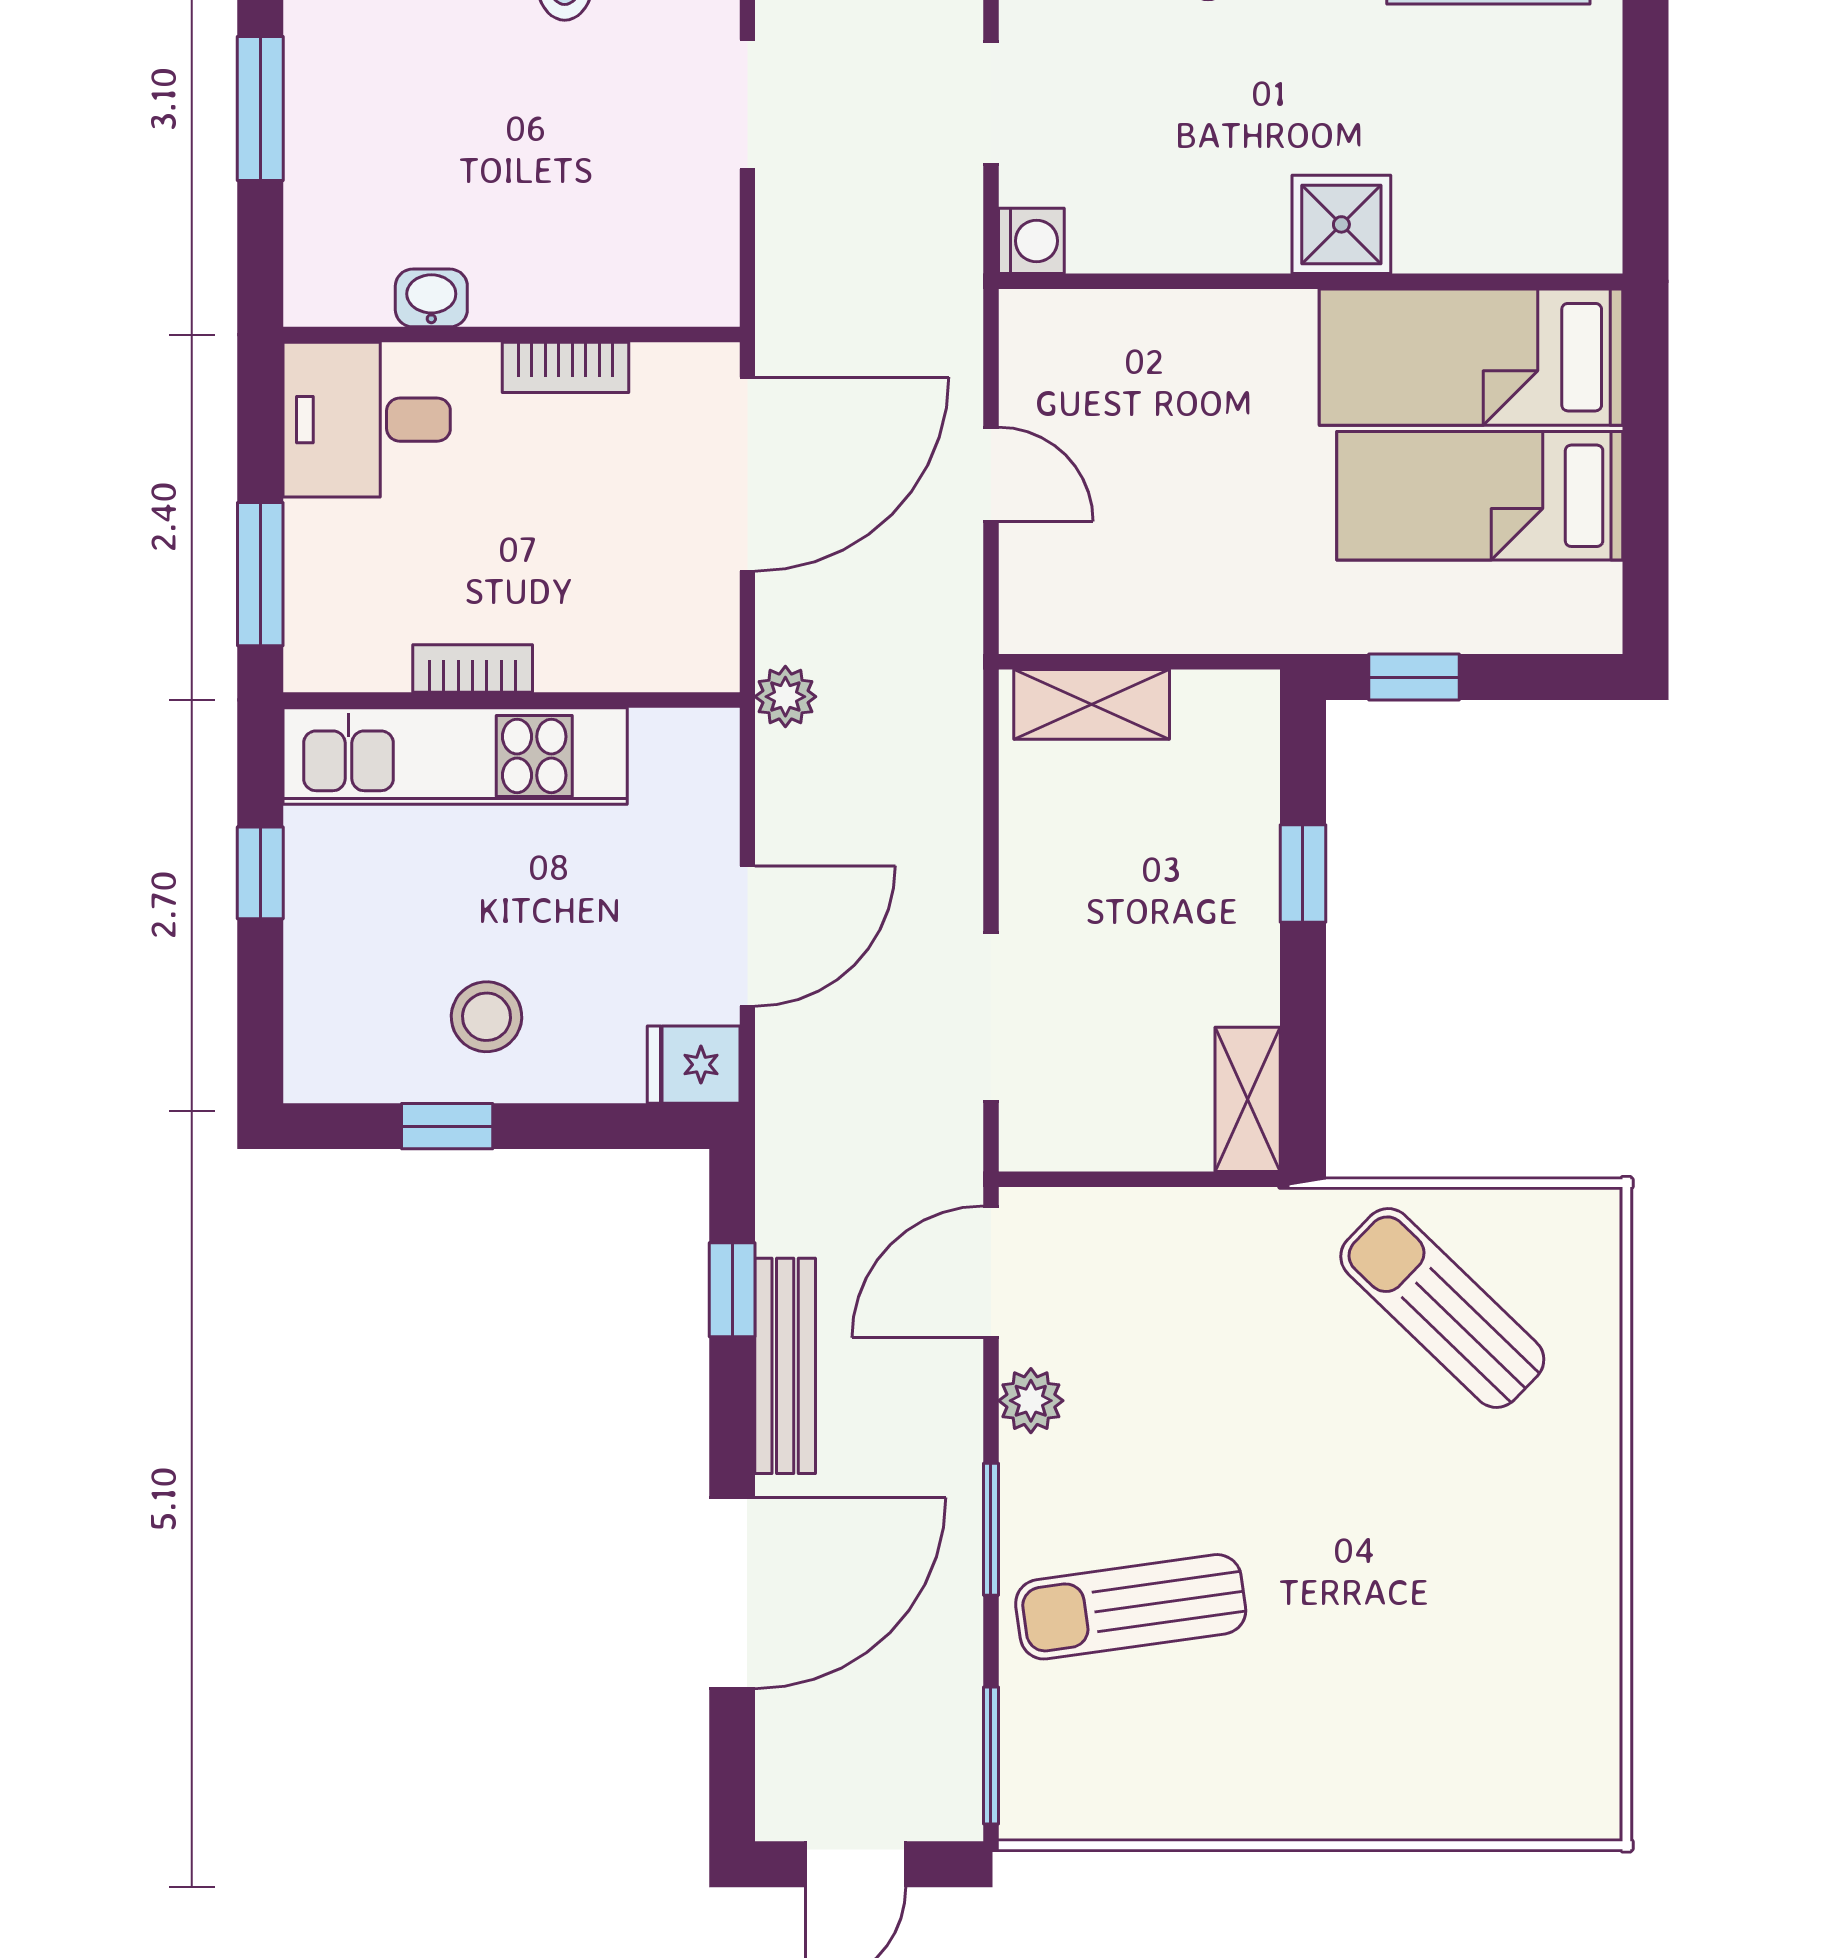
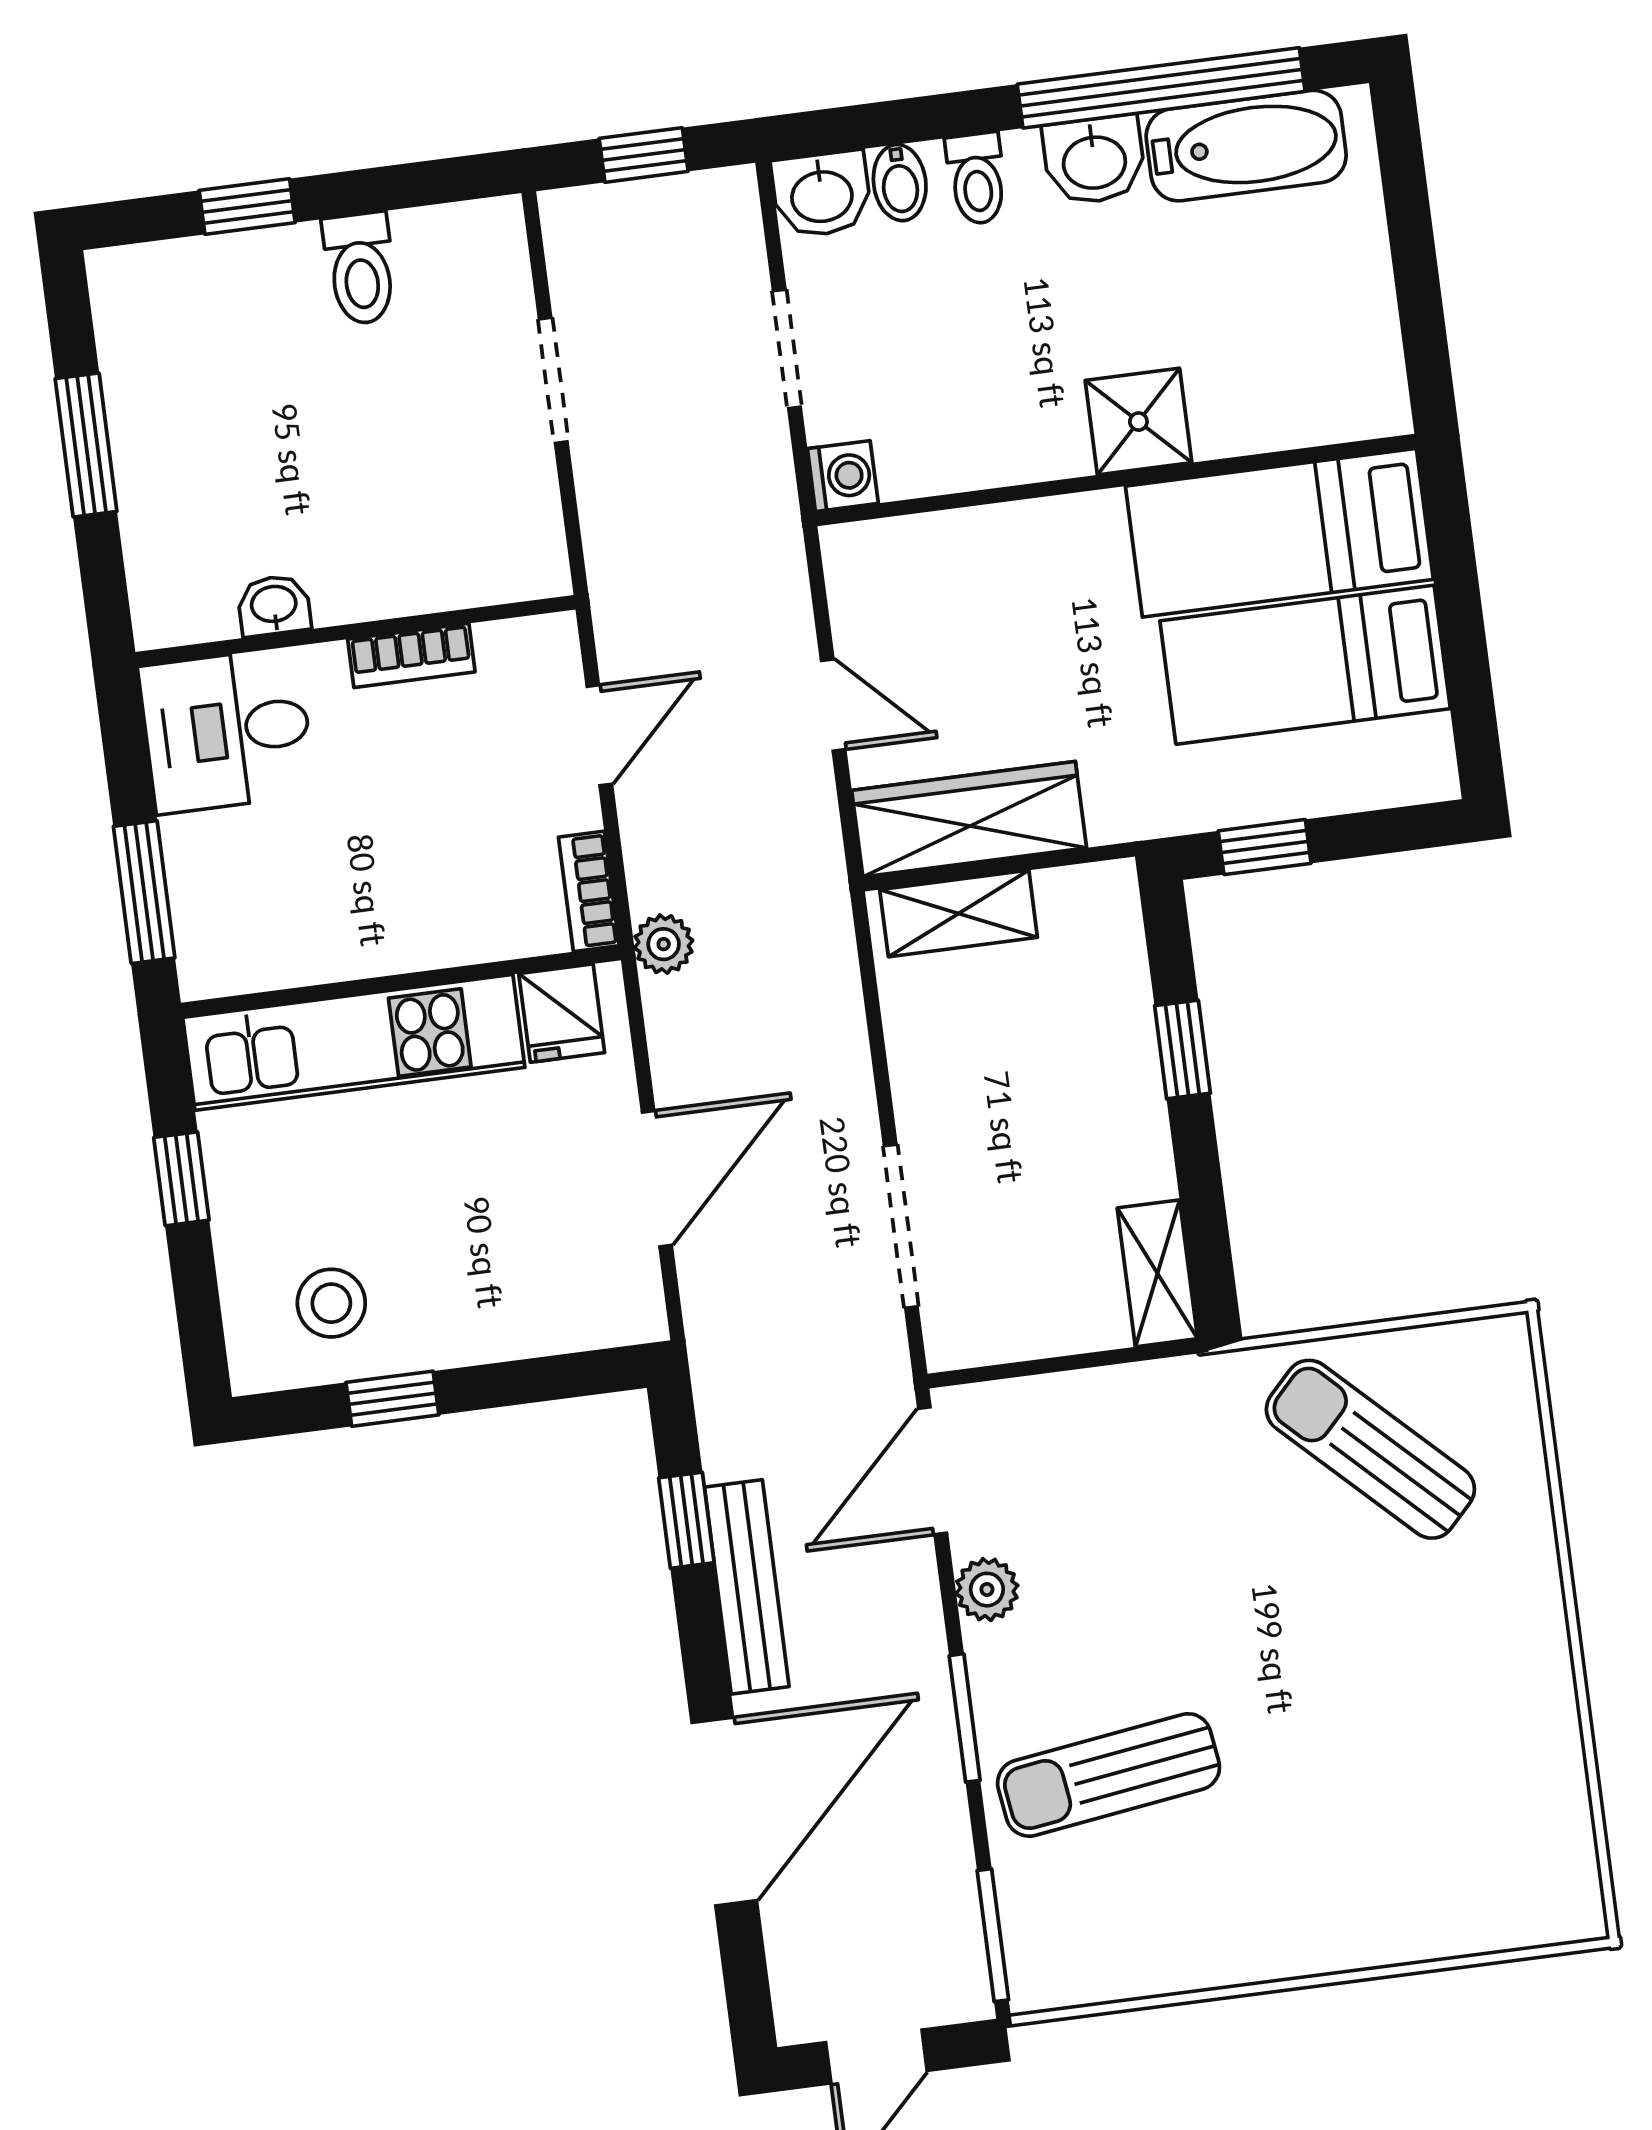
door: (747, 474) -> (599, 735), width x0.53
wardrobe: (1115, 609) -> (969, 819), added
bookcase: (473, 668) -> (589, 891), moved, turned -90
stool: (486, 1017) -> (331, 1303), moved
fridge: (694, 1065) -> (562, 1013), moved, turned -90

